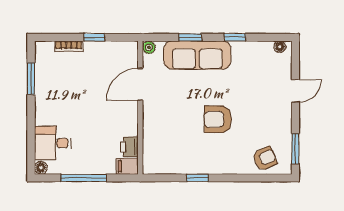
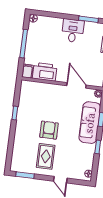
rug: (261, 119) -> (46, 156), added
desk: (53, 143) -> (73, 31), moved
printer: (129, 147) -> (45, 72), width x1.87, depth x1.48
armchair: (265, 159) -> (21, 156), removed

